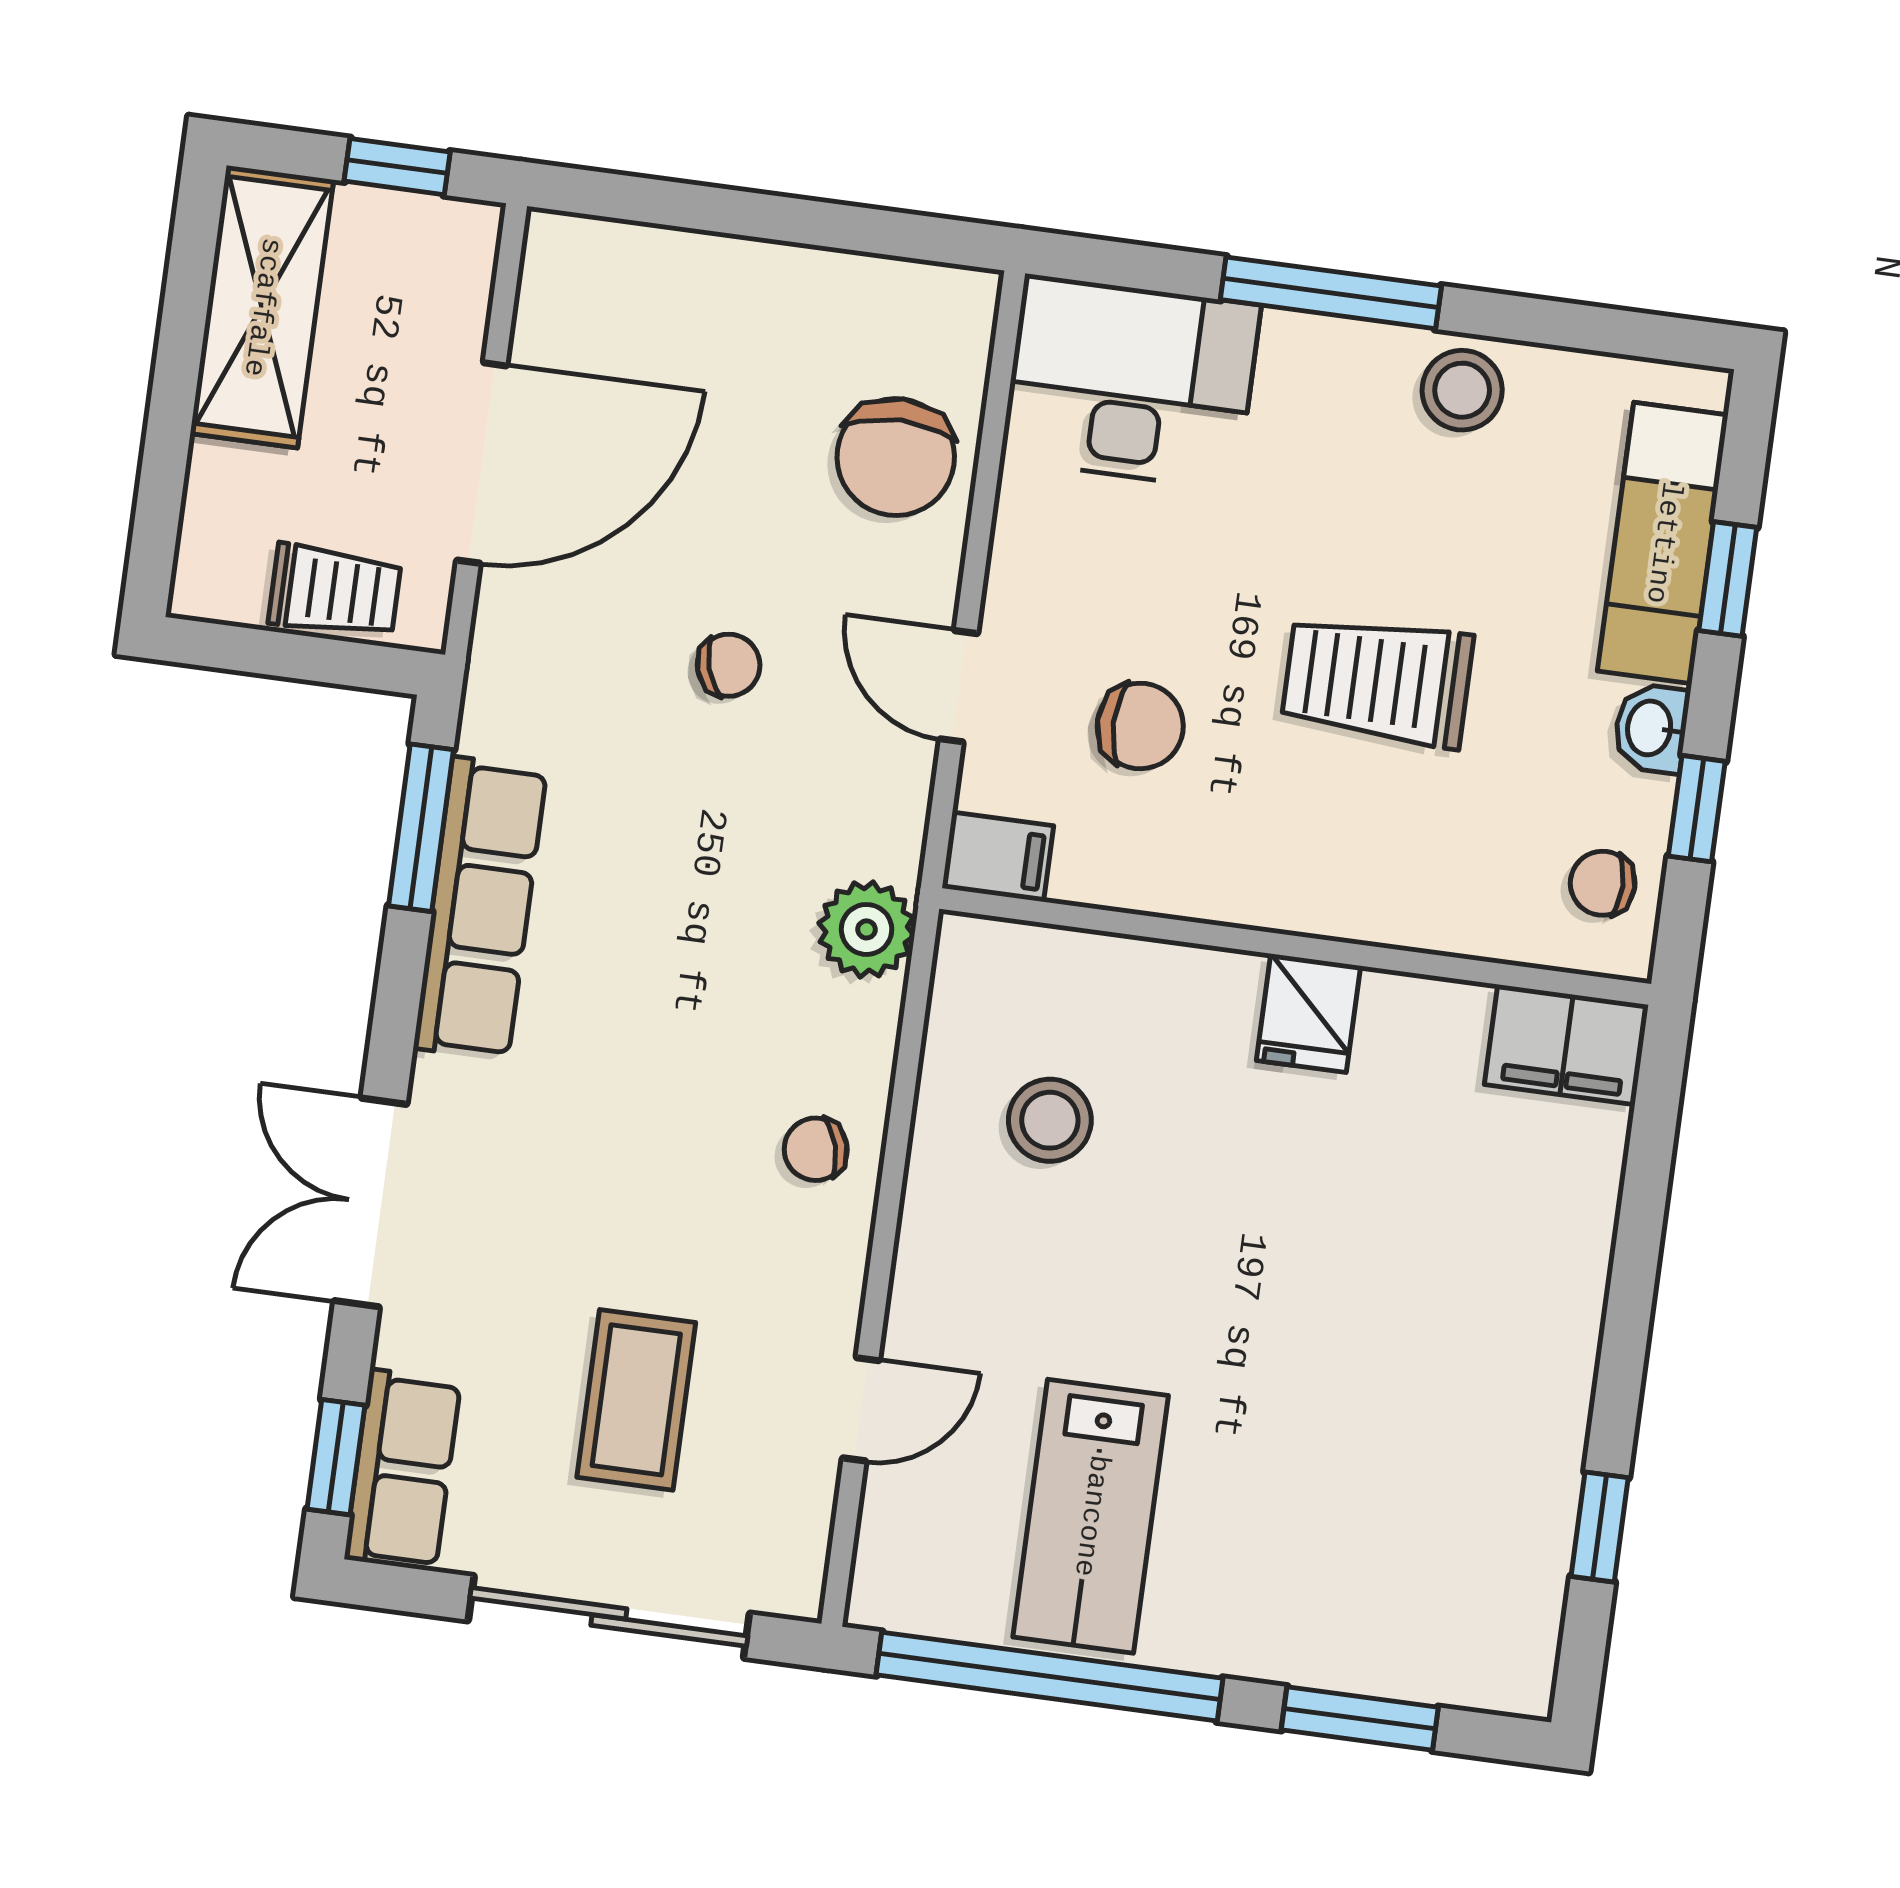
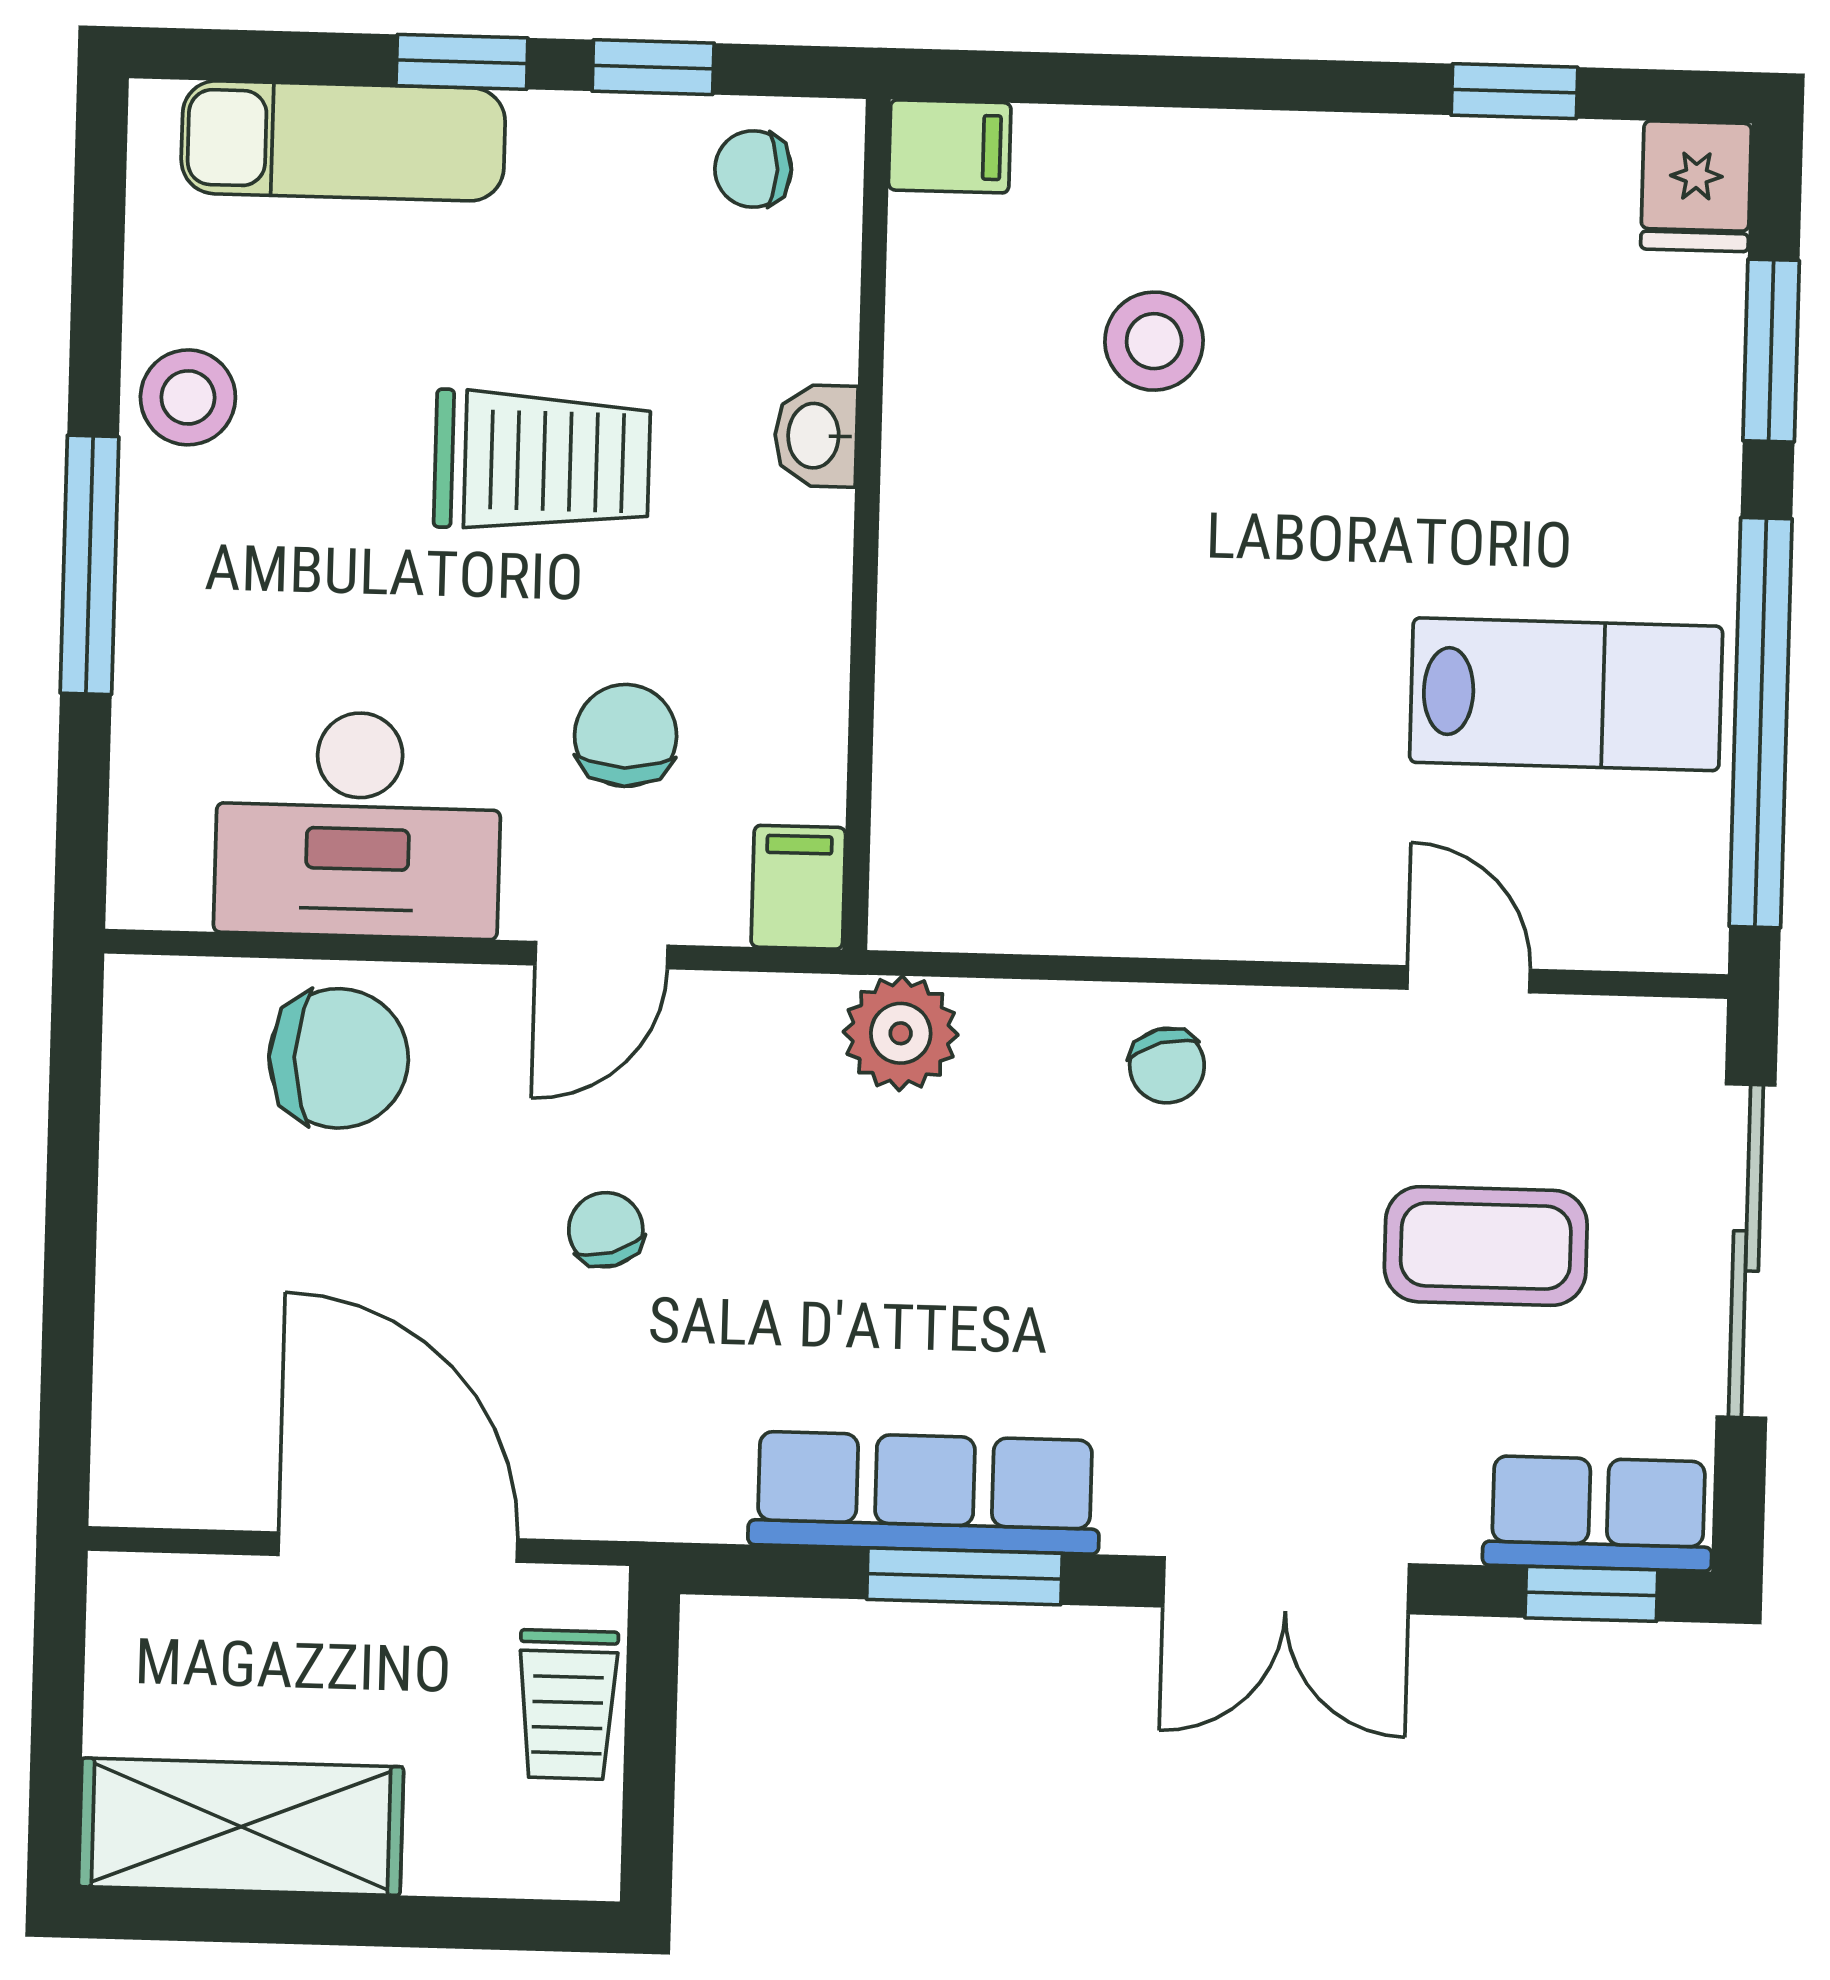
window: (397, 167) -> (58, 1684), removed
desk: (1131, 382) -> (358, 824), moved, turned -90
window: (1728, 579) -> (462, 62), moved
trolley: (335, 591) -> (568, 1705), turned 180
trolley: (1377, 681) -> (542, 461), turned -90
washbasin: (1651, 728) -> (816, 436), moved, turned 90
window: (421, 828) -> (964, 1576), moved
chair: (1603, 883) -> (753, 169), turned 90
fridge: (1308, 1013) -> (1696, 186), moved, turned 90
filing cabinet: (1566, 1045) -> (950, 146), width x0.50
stool: (1050, 1120) -> (1154, 341), moved

